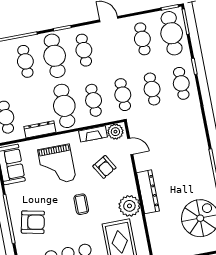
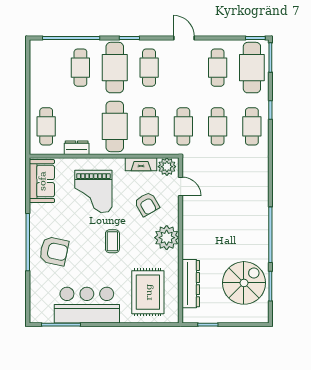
dresser: (40, 129) -> (77, 148), width x0.70
dresser: (148, 192) -> (191, 284), moved
plant: (129, 206) -> (167, 238), moved

